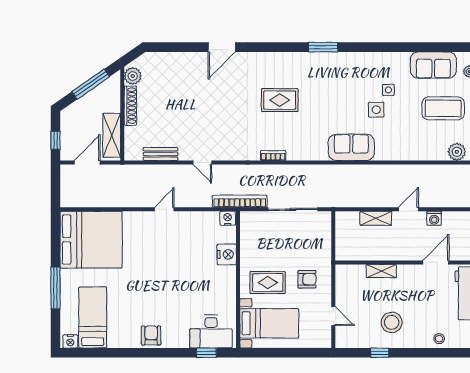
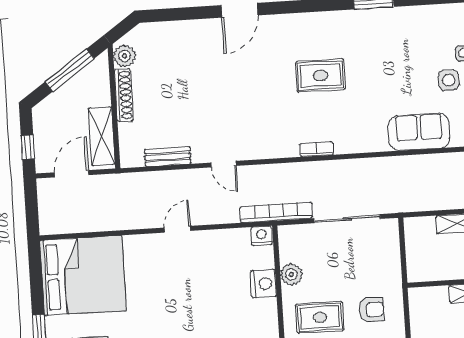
plant: (248, 249) -> (291, 274), added

